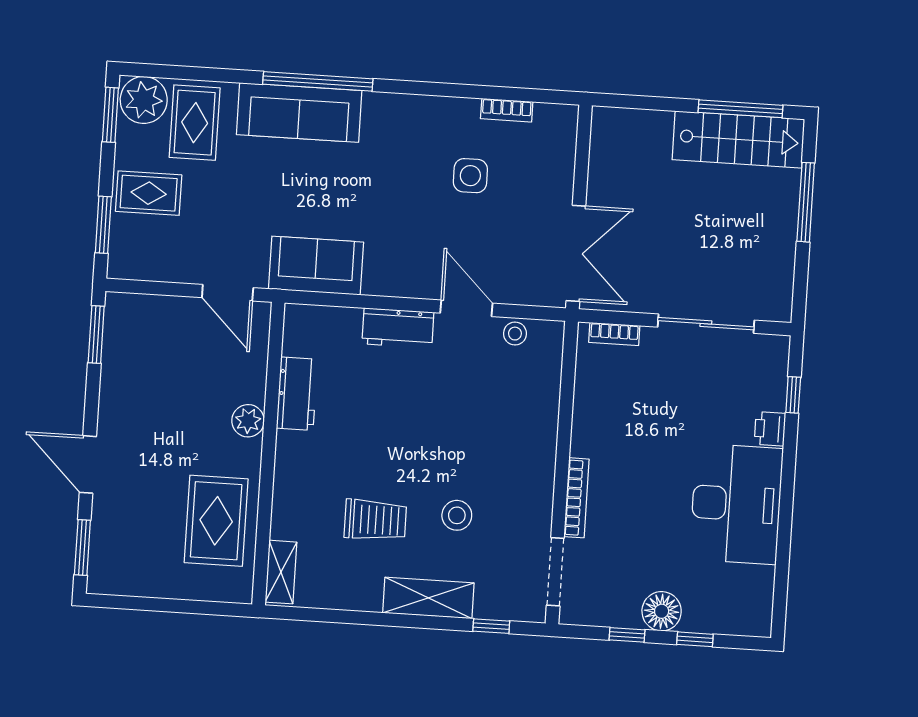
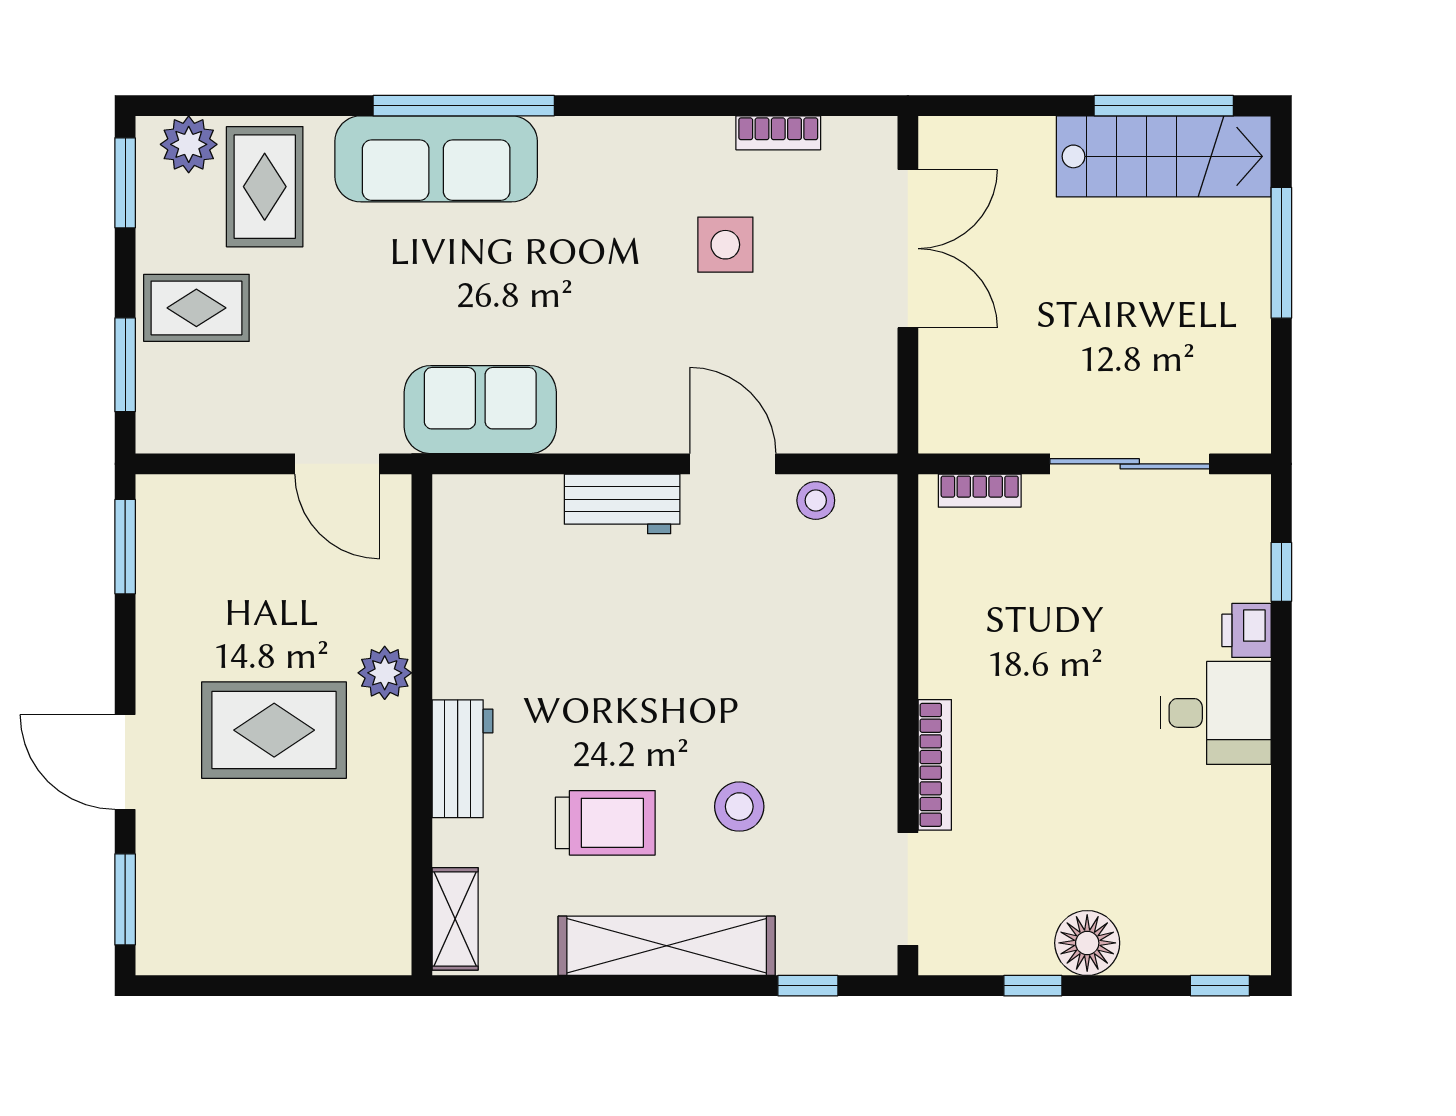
plant: (144, 100) -> (189, 144), width x0.73, depth x0.73
double door: (576, 253) -> (908, 249), moved
workbench: (297, 394) -> (462, 759), moved
desk: (736, 504) -> (1216, 713), width x0.53, depth x0.77
rug: (216, 521) -> (274, 730), moved, turned 90
shelving: (428, 598) -> (667, 946), width x1.47
window: (695, 639) -> (1220, 986), moved

